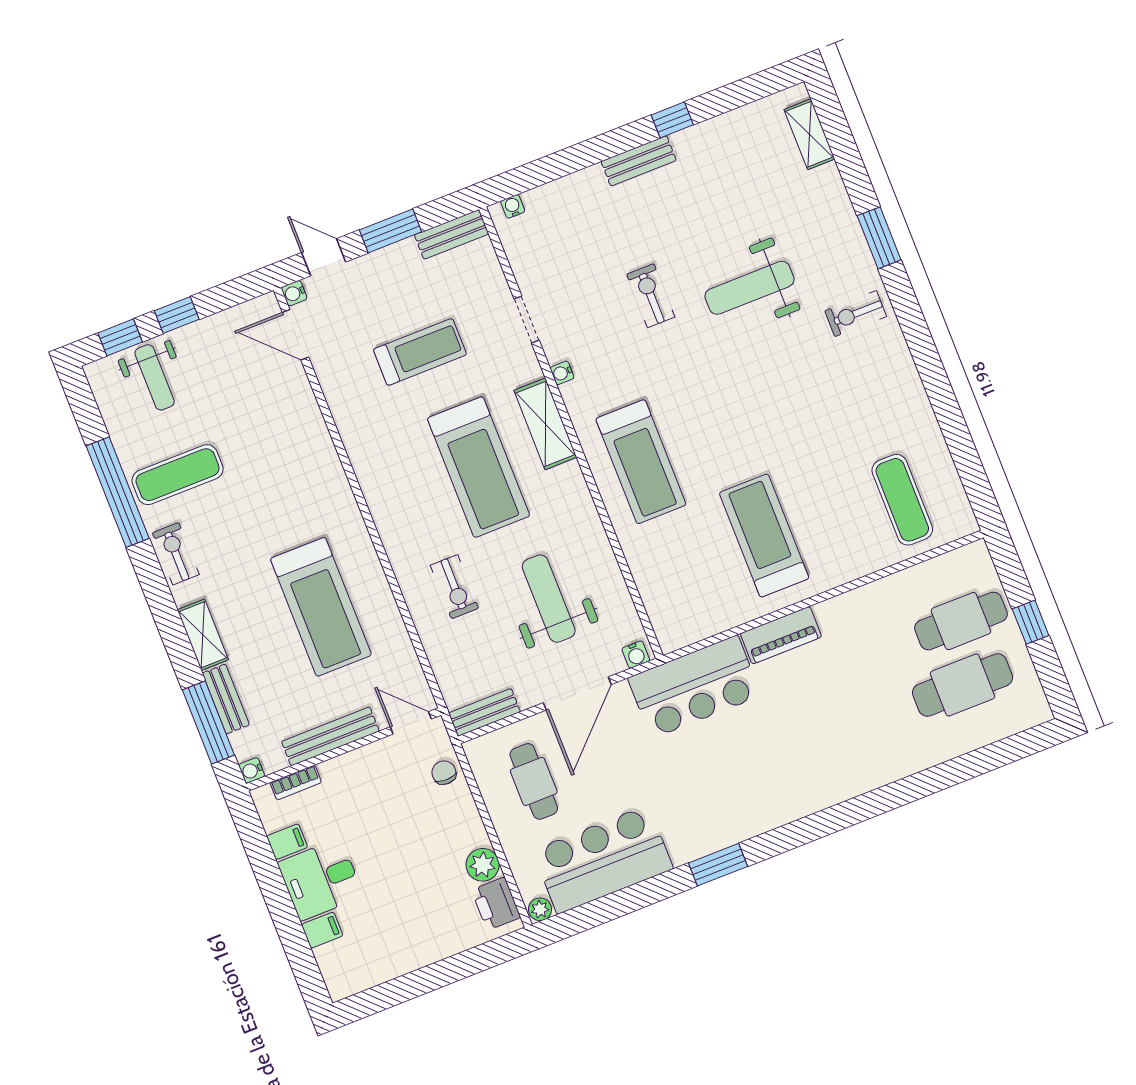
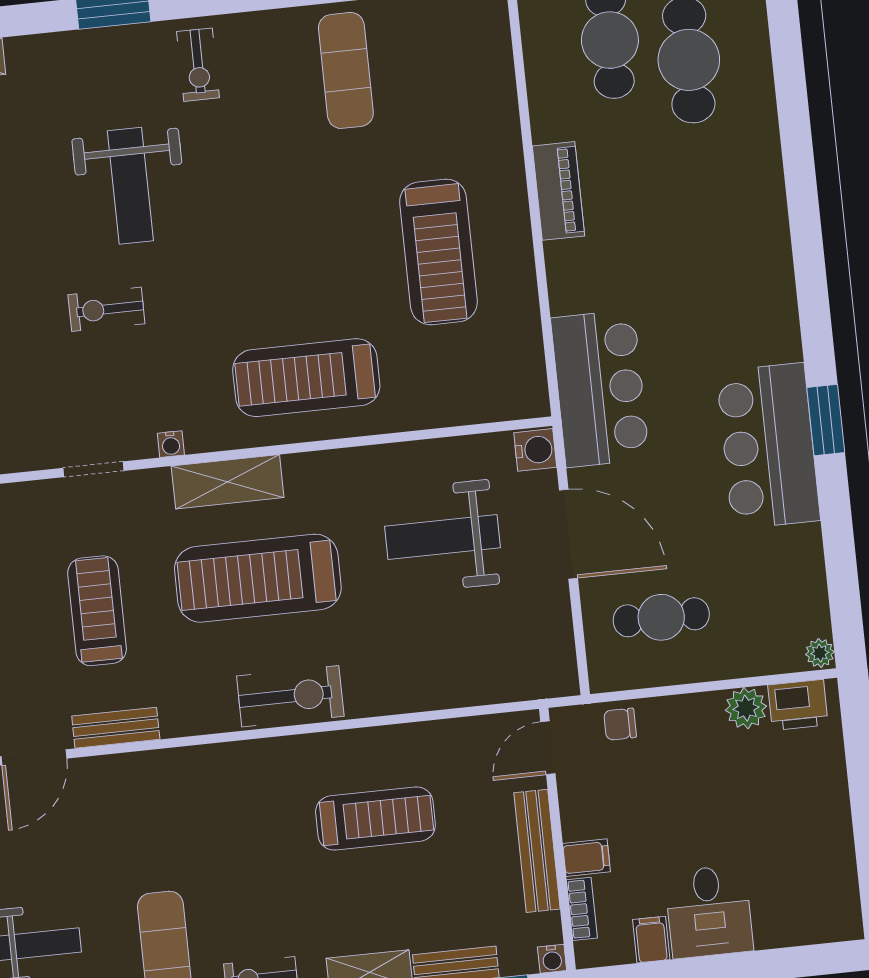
treadmill: (641, 462) -> (306, 378), turned 180
treadmill: (479, 467) -> (258, 578), turned 180
exercise mat: (902, 500) -> (346, 70), moved, turned 90
treadmill: (764, 535) -> (438, 252), turned -90
exercise bike: (454, 587) -> (290, 696), moved, width x1.38, depth x1.39
treadmill: (321, 607) -> (375, 818), width x0.73, depth x0.73
piano: (781, 635) -> (558, 191), moved
water cooler: (636, 655) -> (535, 450), width x1.38, depth x1.38
bench: (485, 712) -> (116, 728), moved, turned 90
bar counter: (603, 859) -> (768, 446), moved
filing cabinet: (322, 930) -> (586, 858), moved, turned 90

